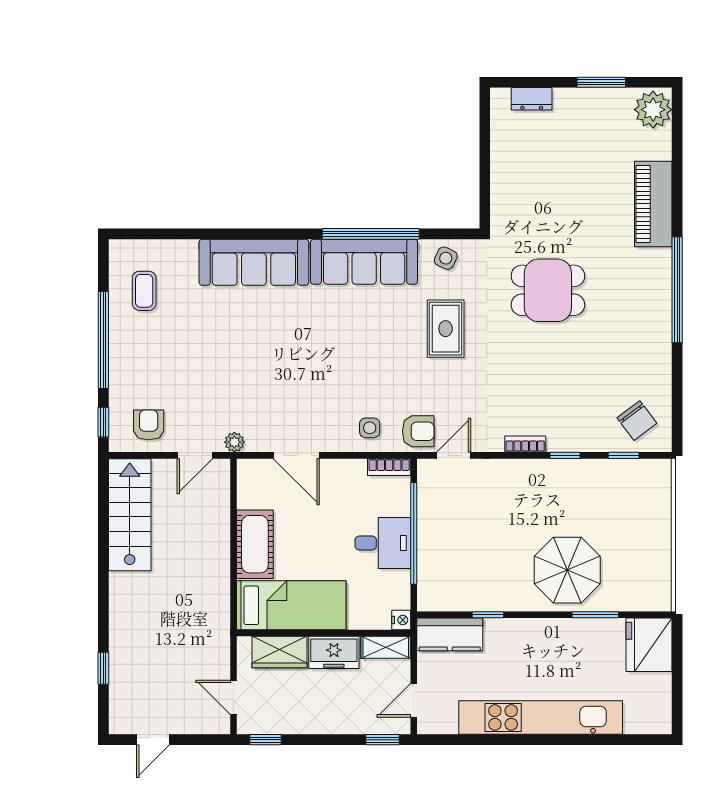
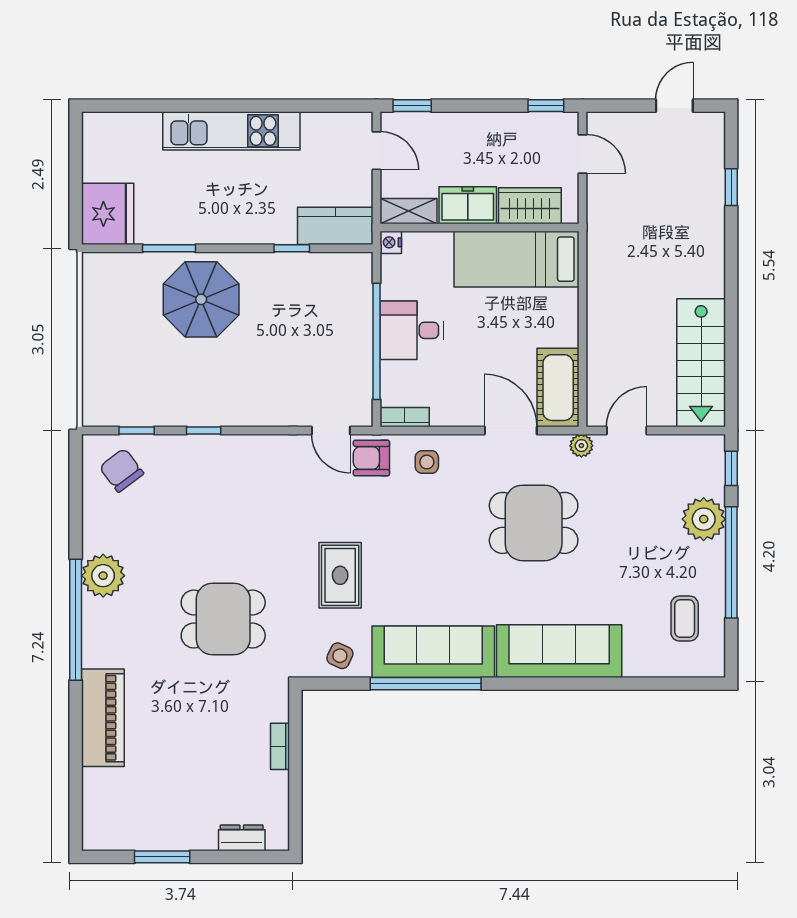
plant: (653, 110) -> (103, 576), moved
dining table: (276, 374) -> (534, 523), added
plant: (127, 378) -> (704, 519), added
armchair: (149, 425) -> (679, 465), removed
bookcase: (525, 444) -> (280, 746), moved, turned 90
door: (454, 455) -> (331, 430), hinge flipped
cot: (255, 544) -> (558, 388), moved
door: (414, 700) -> (377, 151), hinge flipped
kitchen unit: (541, 718) -> (231, 131), width x0.73

